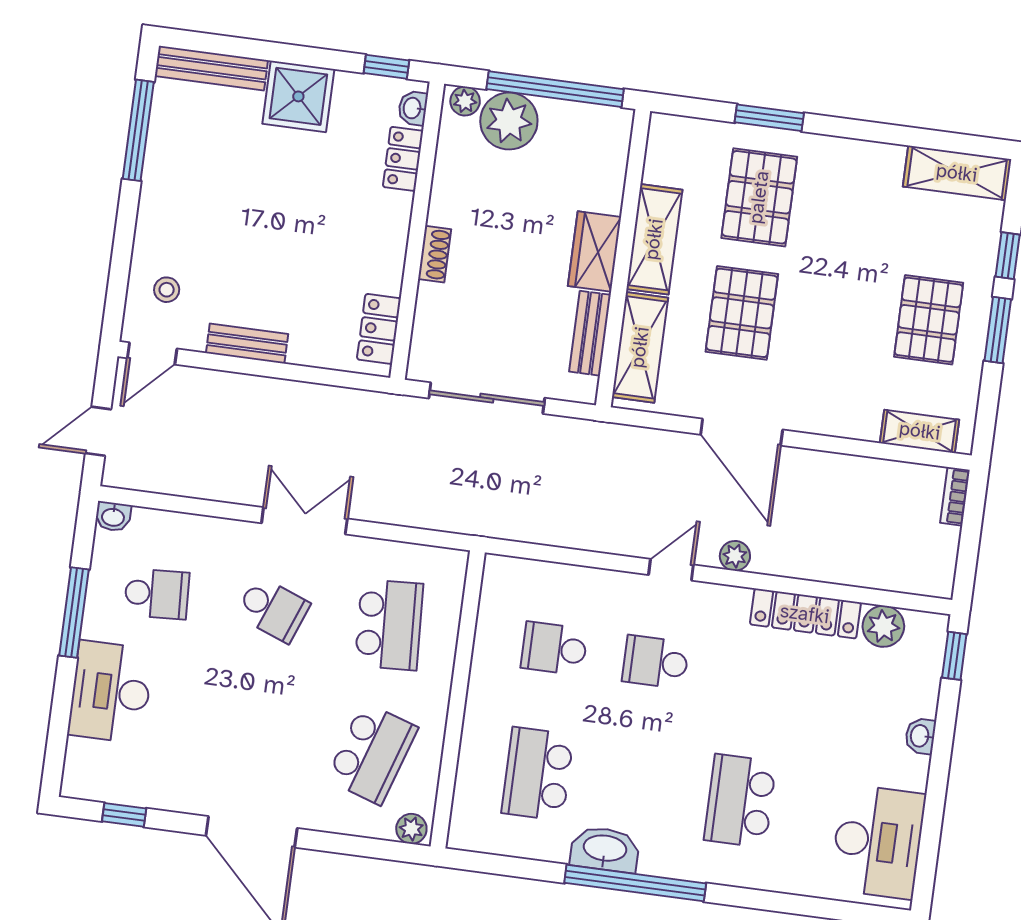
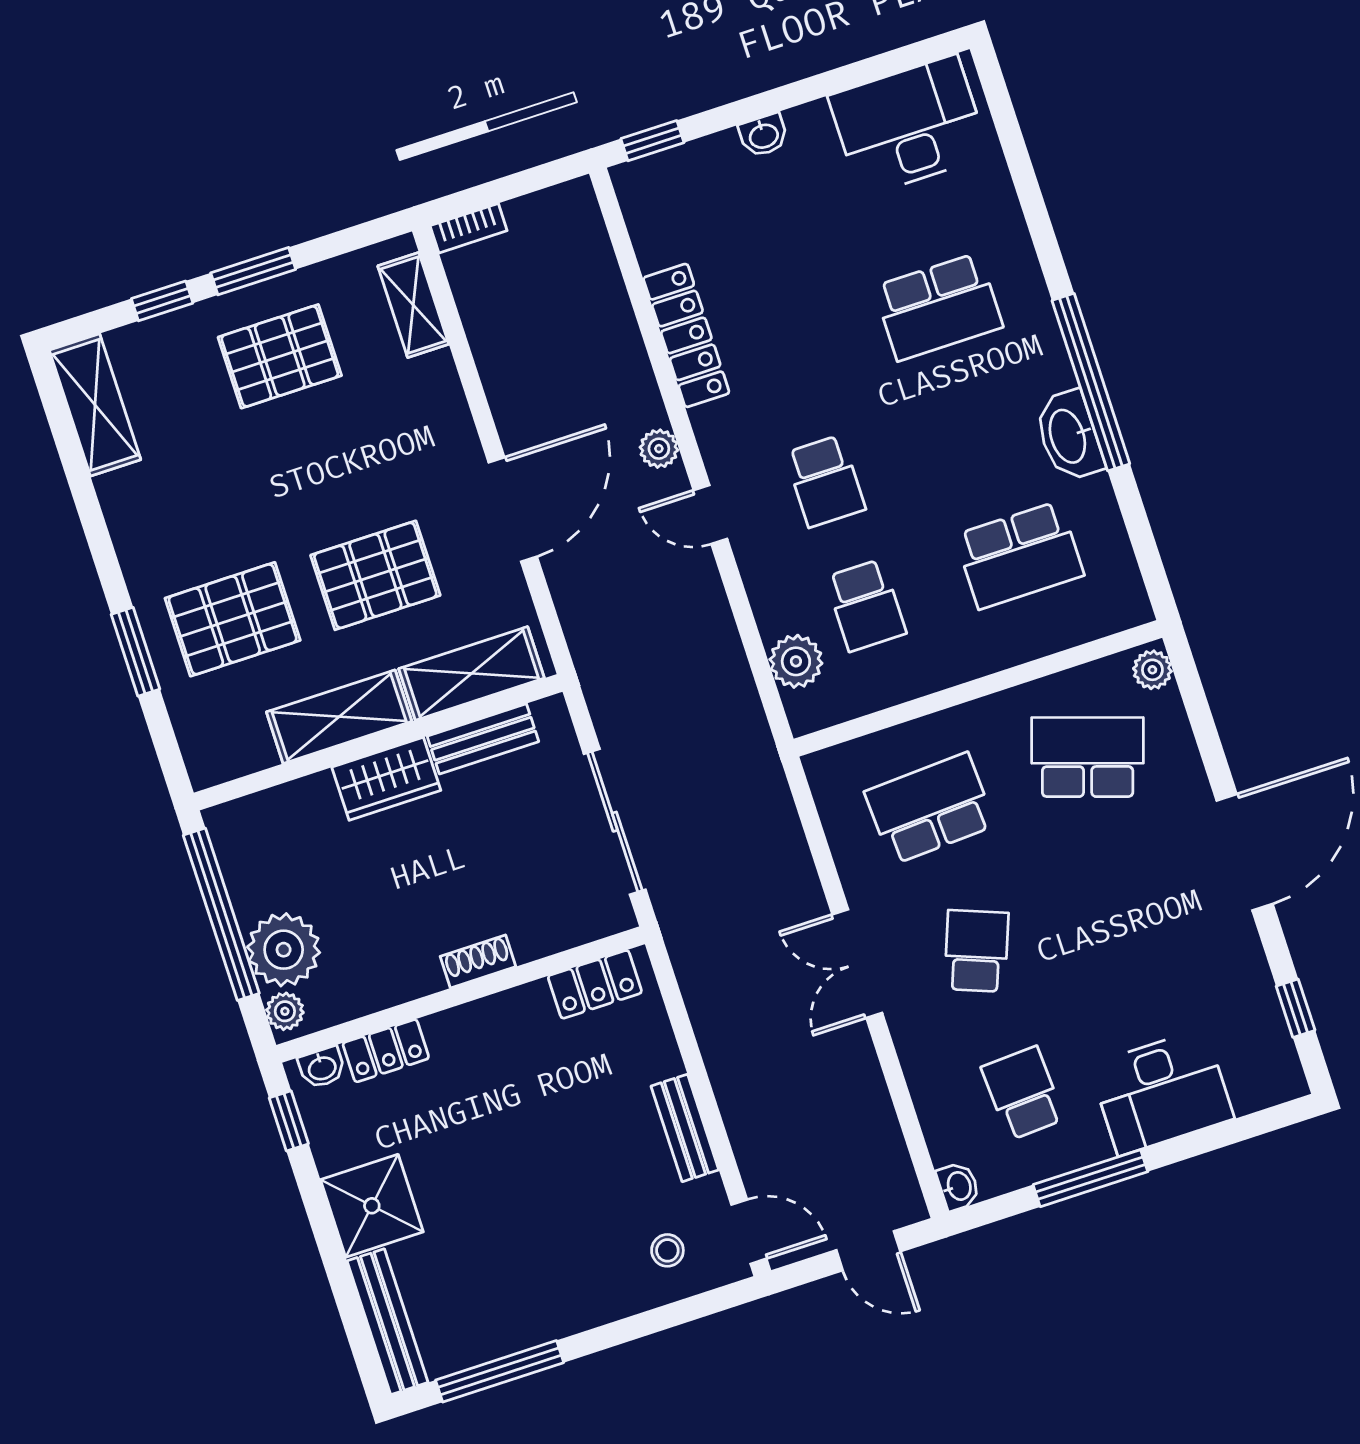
plant: (883, 626) -> (796, 661), moved

